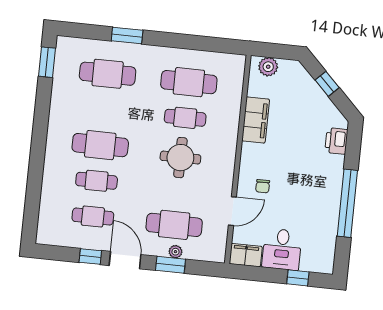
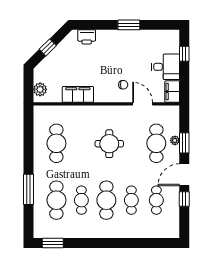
window: (127, 35) -> (29, 189), width x1.44
cafe table: (185, 118) -> (81, 200), moved
window: (347, 203) -> (129, 25), width x0.47

